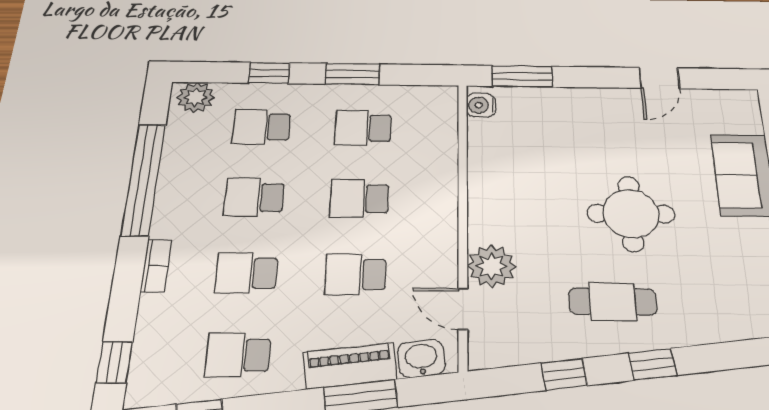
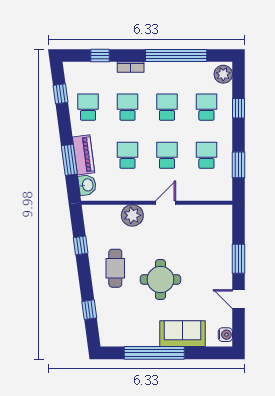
window: (352, 74) -> (239, 165), moved
window: (522, 76) -> (239, 259), moved
water cooler: (481, 105) -> (225, 335), moved, turned 90
door: (463, 309) -> (166, 203), moved
window: (114, 362) -> (100, 55), moved
window: (652, 364) -> (89, 310), moved

